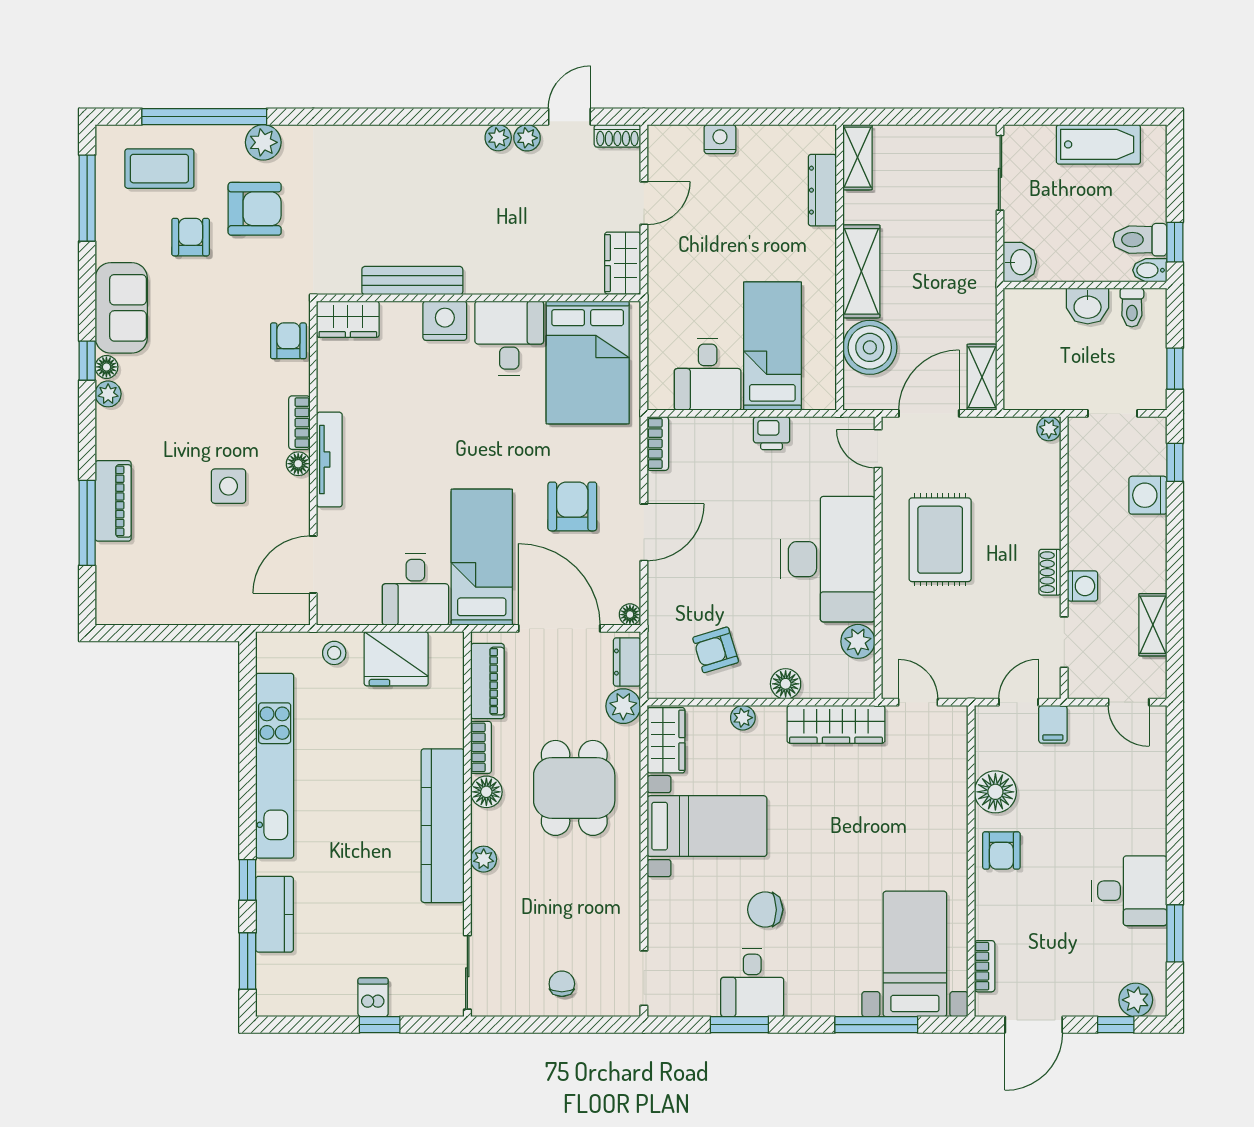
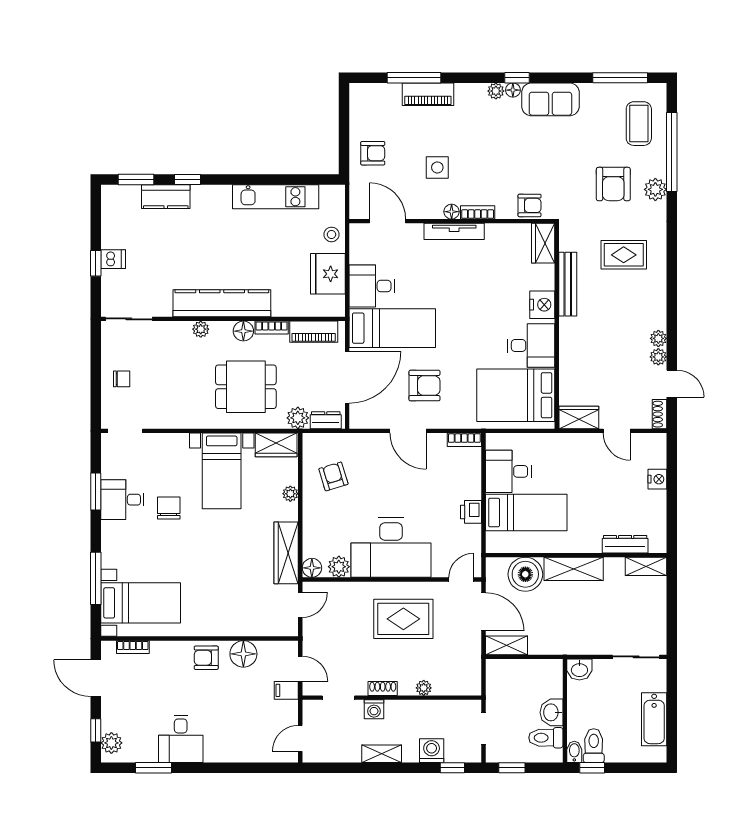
rug: (366, 192) -> (624, 255), added
armchair: (191, 237) -> (373, 153), moved
toilet: (1132, 308) -> (546, 738), width x1.37, depth x1.39
plant: (1049, 429) -> (424, 688), moved
floor lamp: (630, 615) -> (356, 422), removed
shelving: (1153, 625) -> (382, 754), moved
floor lamp: (786, 684) -> (312, 568), moved
kitchen unit: (275, 766) -> (276, 197), width x0.73

